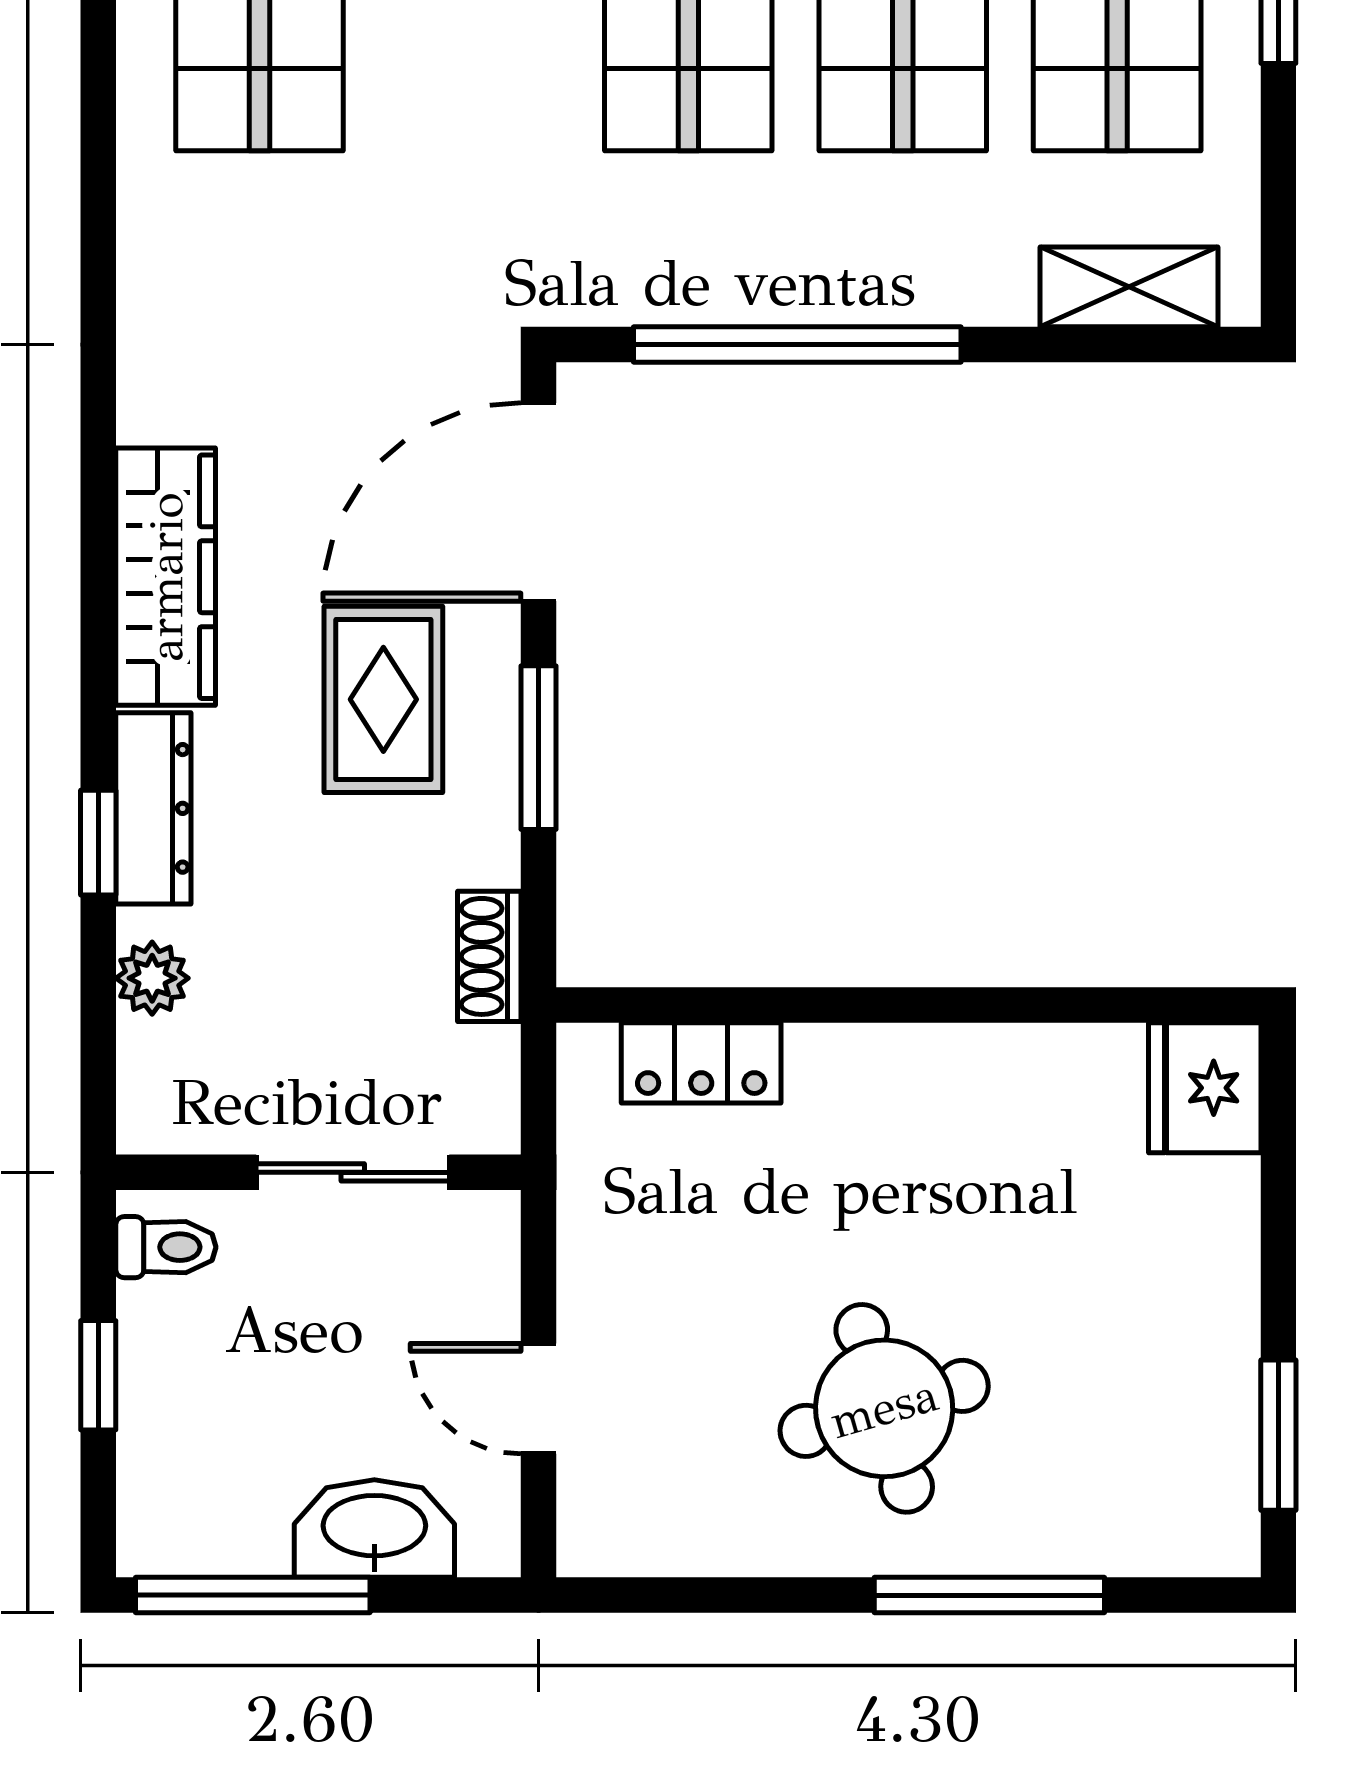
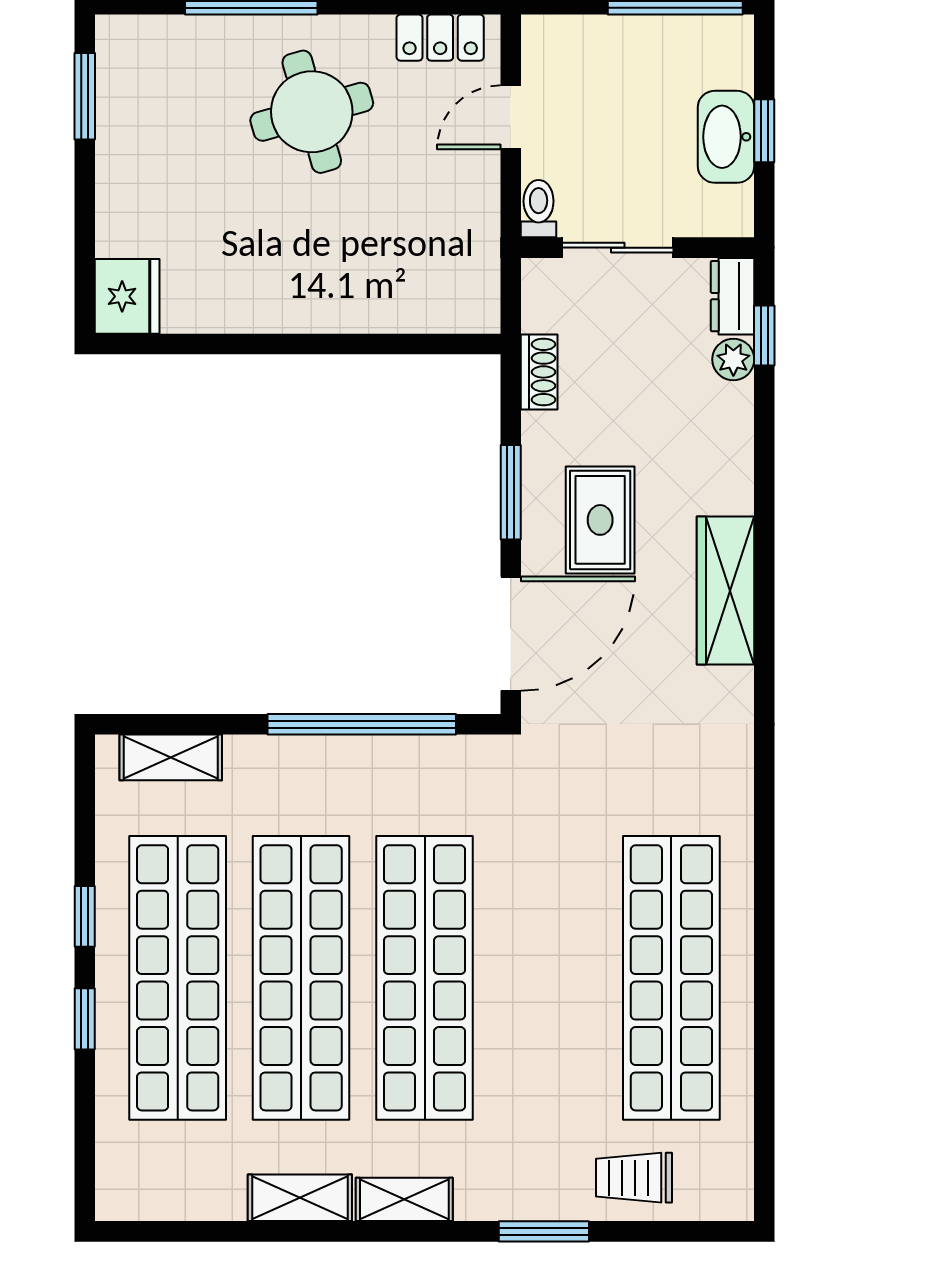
dresser: (153, 808) -> (733, 296), moved, width x0.70
window: (98, 843) -> (764, 336), moved
locker: (701, 1063) -> (440, 38), moved, turned 180
toilet: (166, 1247) -> (539, 209), moved, turned 90
door: (539, 1399) -> (511, 117), swing flipped
washbasin: (374, 1529) -> (726, 137), moved, turned 90

